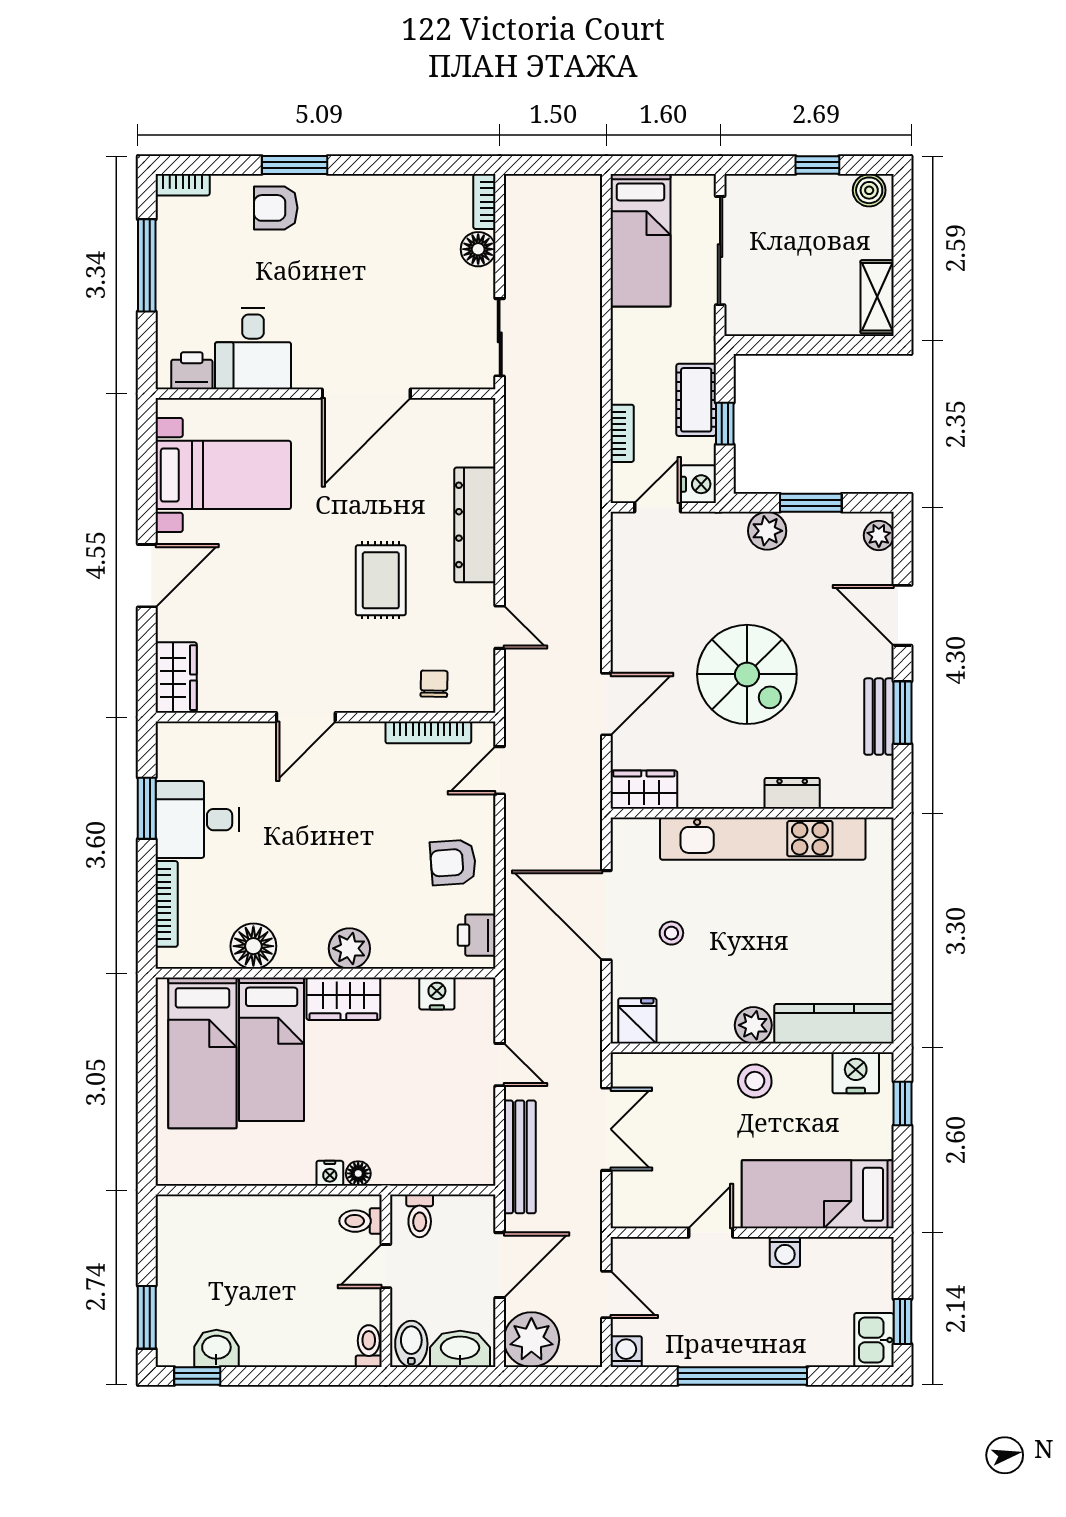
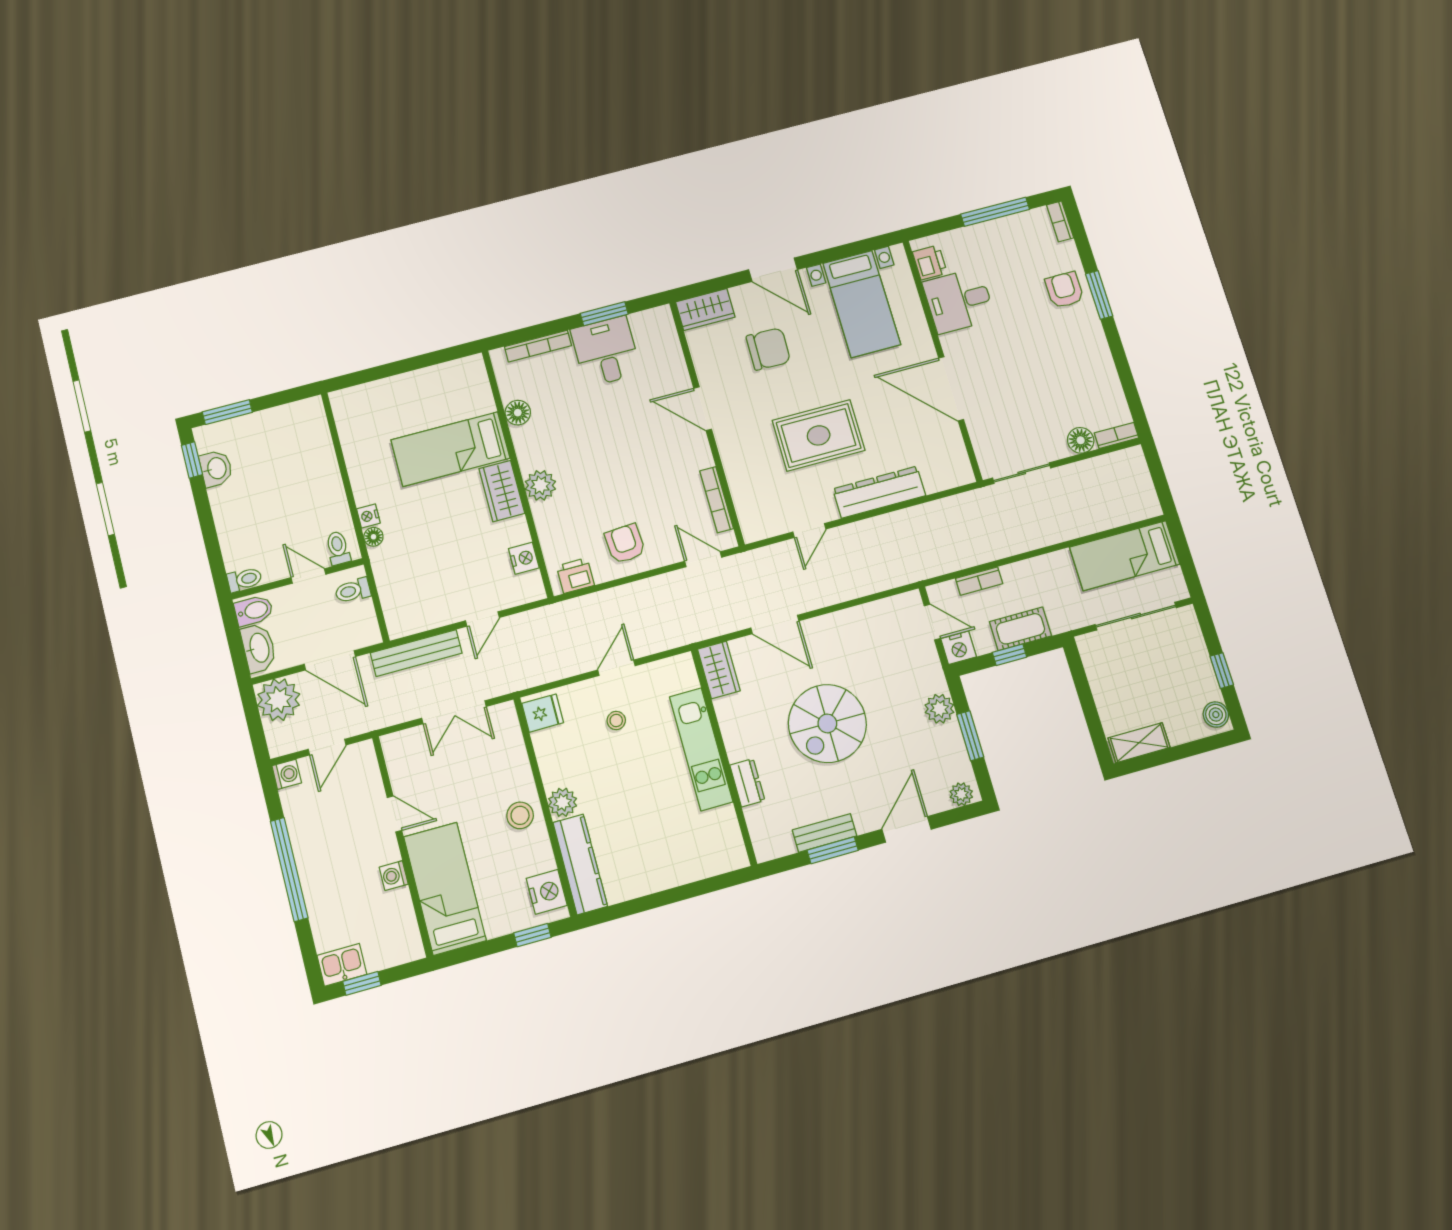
rug: (381, 580) -> (819, 435), width x1.36, depth x1.43
chair: (434, 684) -> (768, 349), moved, width x1.87, depth x1.87
kitchen unit: (763, 839) -> (701, 749), width x0.73
door: (606, 915) -> (616, 668), width x0.53
floor lamp: (253, 946) -> (518, 413), width x0.73, depth x0.73
bed: (202, 1053) -> (435, 400), removed

